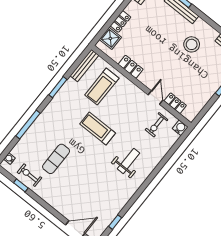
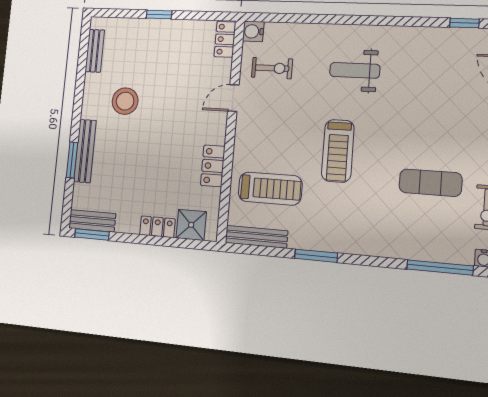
locker: (175, 103) -> (225, 39), moved
window: (28, 125) -> (440, 267), moved

